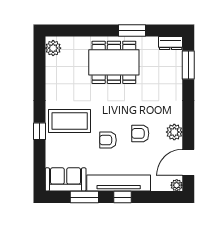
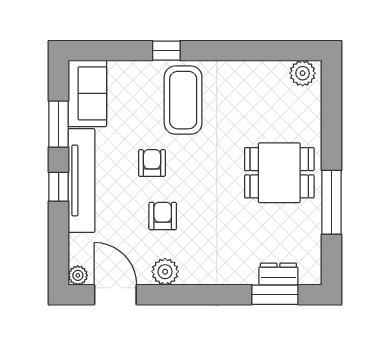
window: (132, 30) -> (331, 202), width x1.44
dresser: (171, 43) -> (278, 274), moved, turned 90
dining table: (114, 62) -> (279, 173), width x0.73

